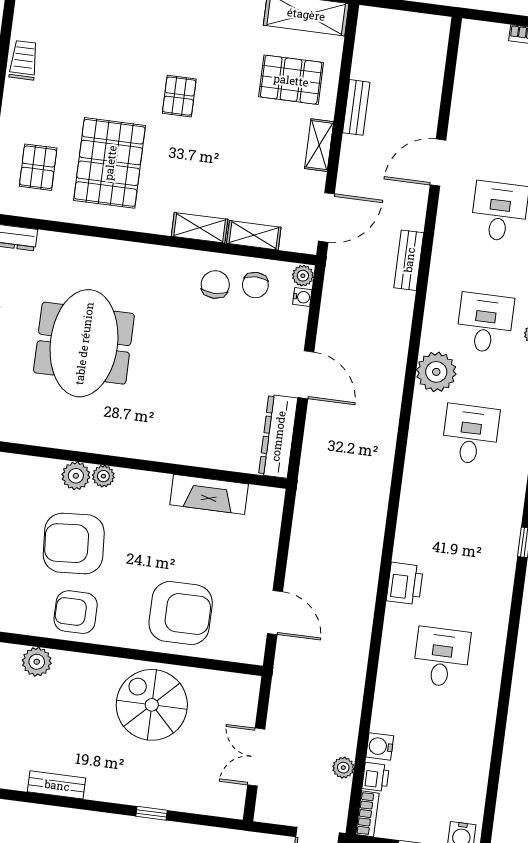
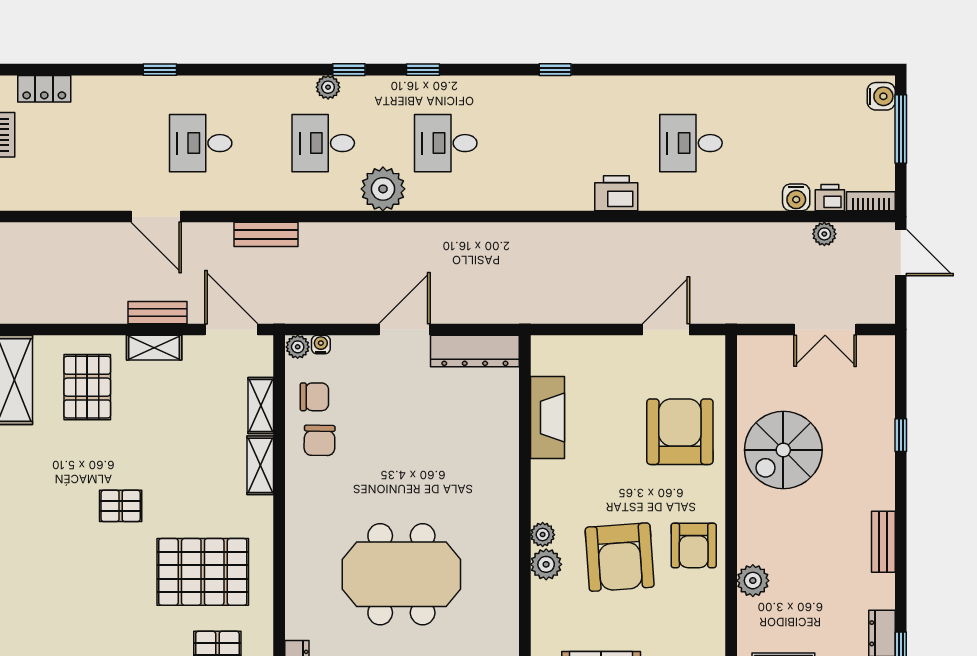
bench: (356, 107) -> (158, 313), moved
chair: (215, 285) -> (320, 440), turned -89

